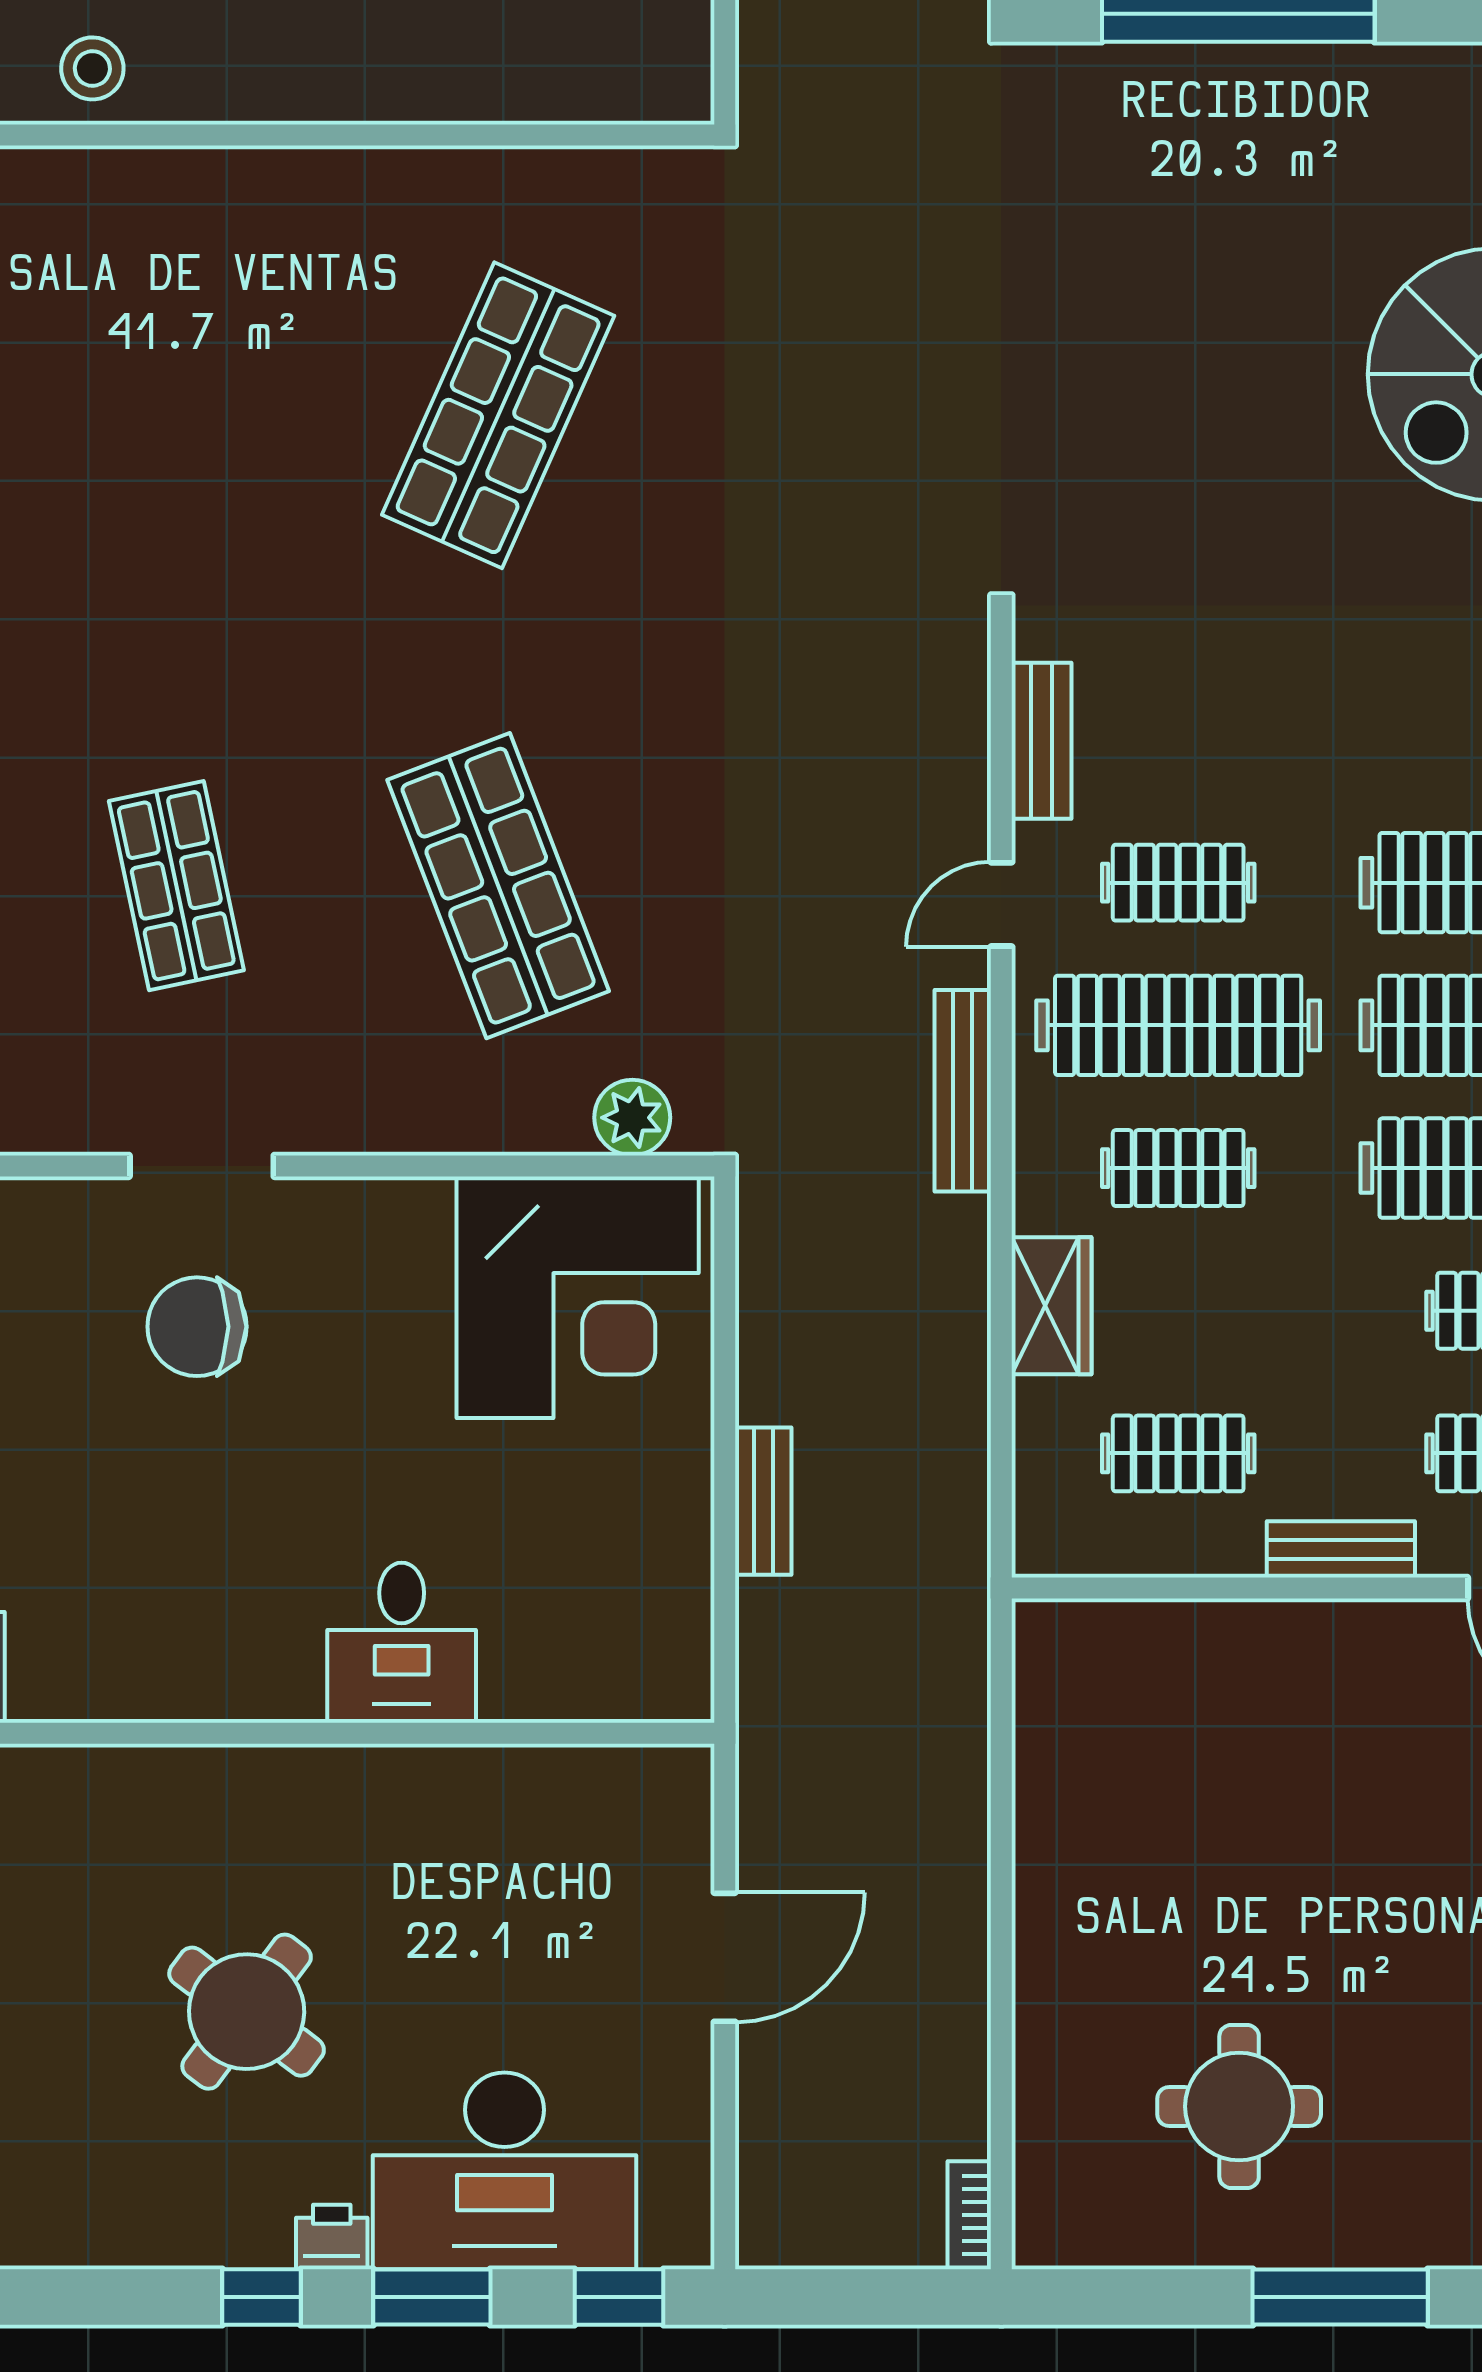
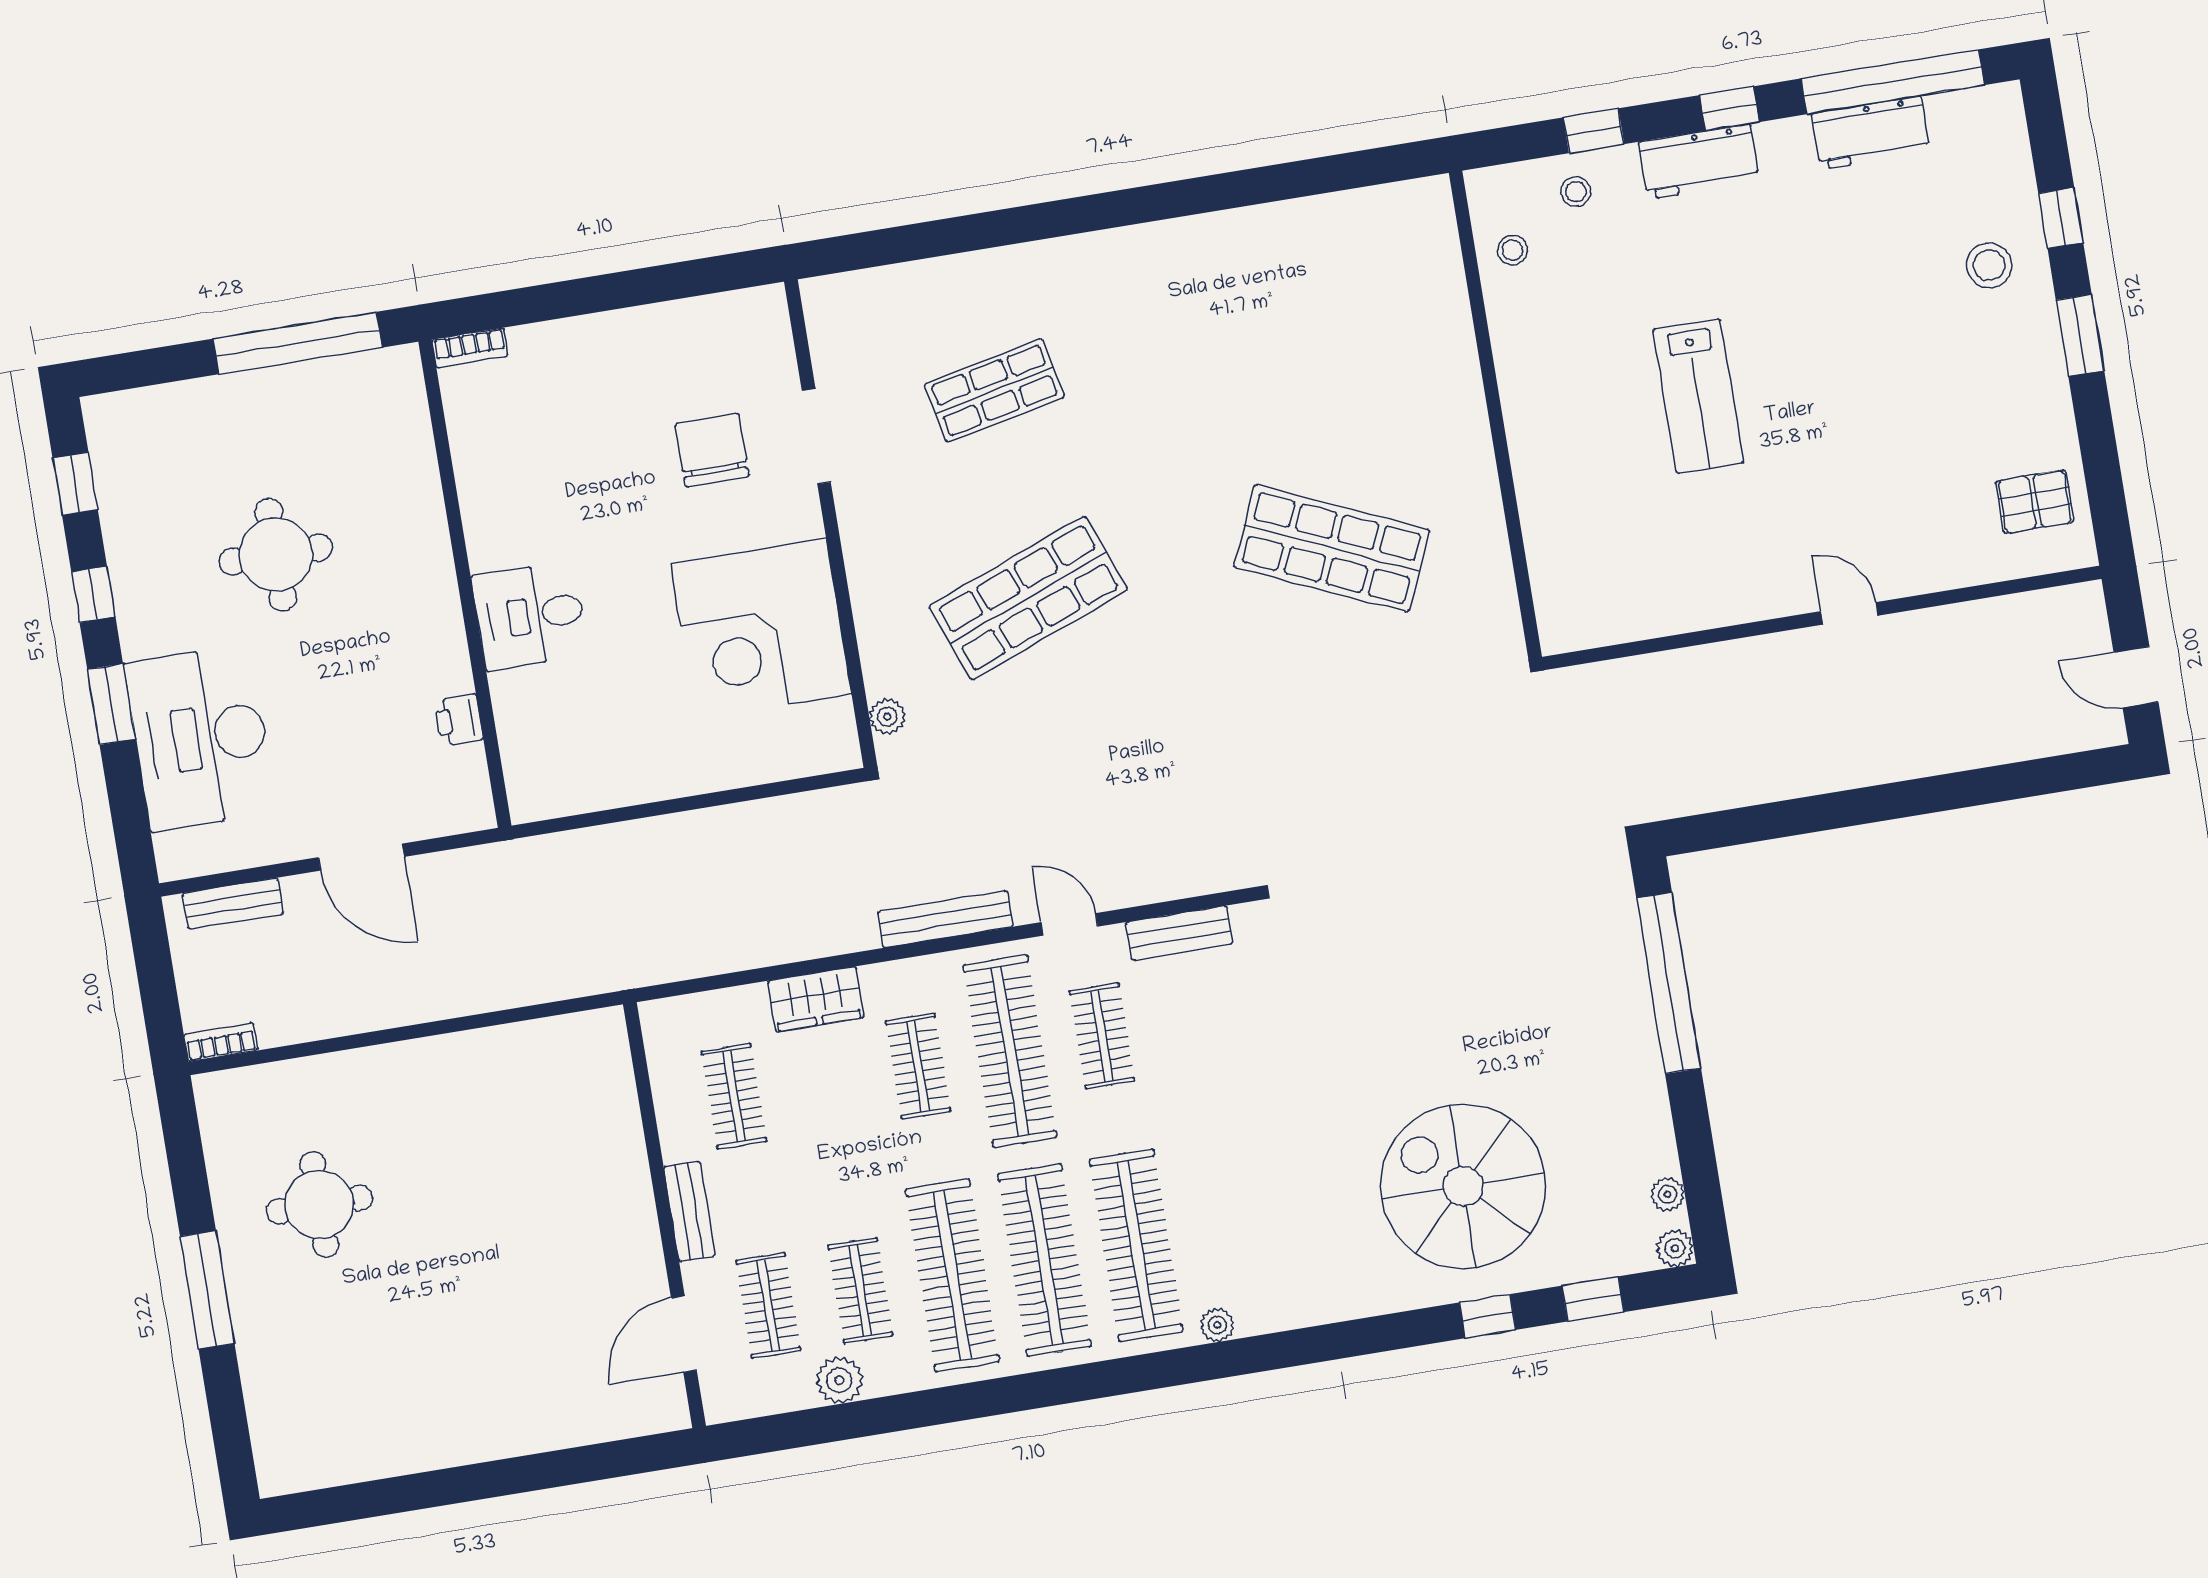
stool: (92, 68) -> (1512, 250), width x0.73, depth x0.73
plant: (632, 1118) -> (887, 717), width x0.73, depth x0.73
corner desk: (578, 1297) -> (761, 629), moved
bench: (763, 1501) -> (233, 904), moved
round table: (247, 2012) -> (276, 555), turned -37
printer: (332, 2237) -> (459, 720), moved, turned 180
window: (619, 2297) -> (75, 484), moved

